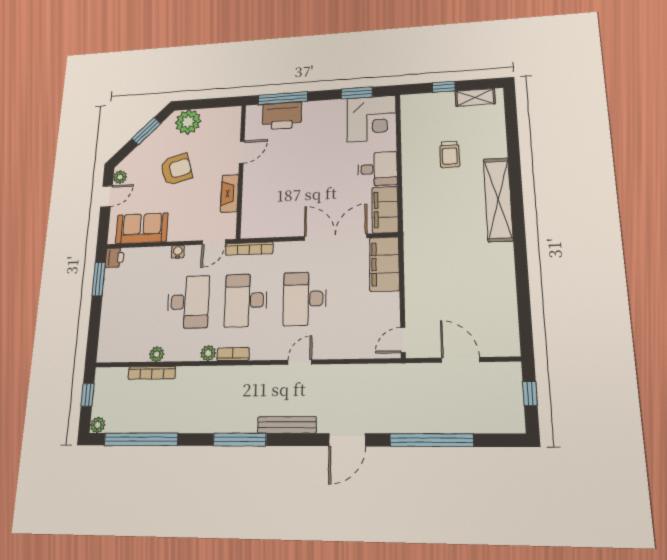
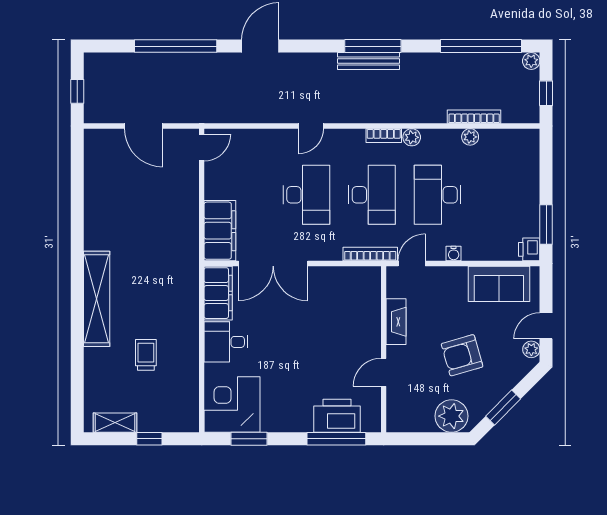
bench: (287, 425) -> (368, 61), moved

